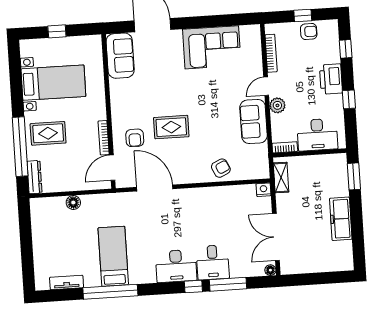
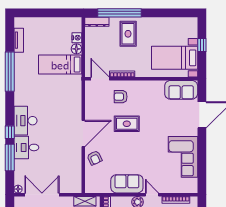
bed with nightstands: (53, 83) -> (175, 58), moved, turned 90
rug: (171, 127) -> (127, 124), turned 90
door: (155, 188) -> (83, 133), moved
nightstand: (264, 190) -> (77, 38), moved
bed: (113, 256) -> (60, 65), moved, turned 180

